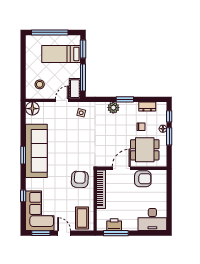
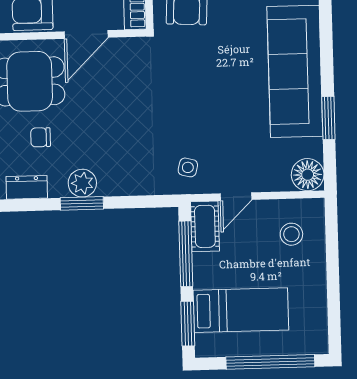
plant: (113, 108) -> (82, 183), moved
window: (23, 155) -> (328, 118), moved

